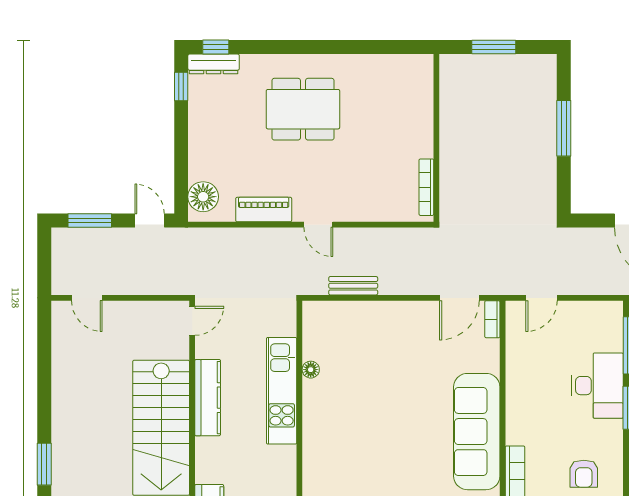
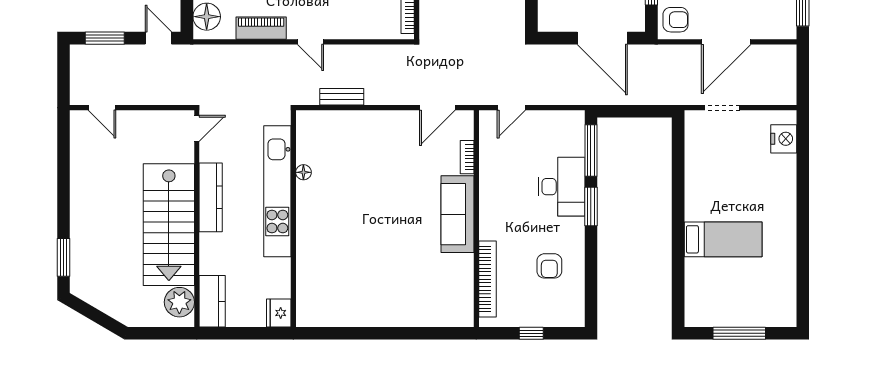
bookcase: (492, 319) -> (467, 157), moved
kitchen unit: (282, 391) -> (277, 191), width x1.36
sofa: (477, 432) -> (457, 214), width x0.74, depth x0.79

